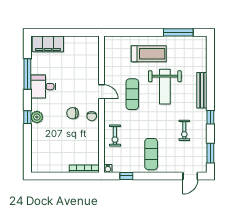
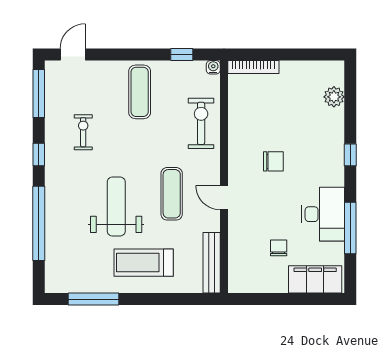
window: (210, 77) -> (39, 223), added
desk: (43, 87) -> (323, 214), width x1.37
bench: (202, 90) -> (212, 263), moved
chair: (92, 116) -> (279, 248), moved
plant: (37, 117) -> (334, 97), moved
exercise bike: (115, 136) -> (201, 123), width x1.38, depth x1.39
window: (210, 153) -> (39, 93), width x1.44

